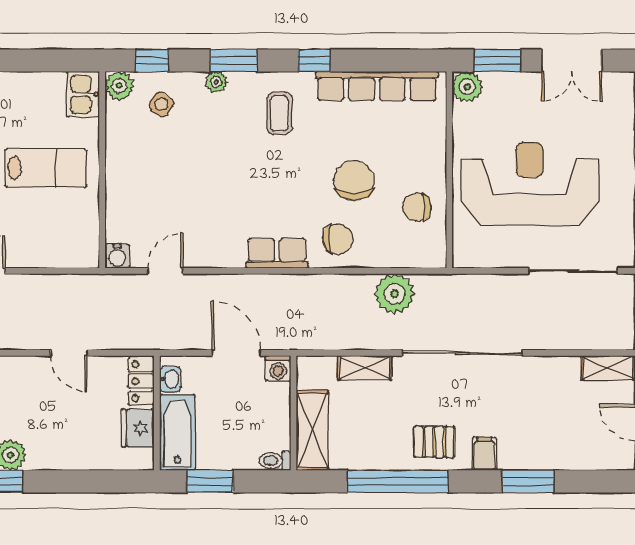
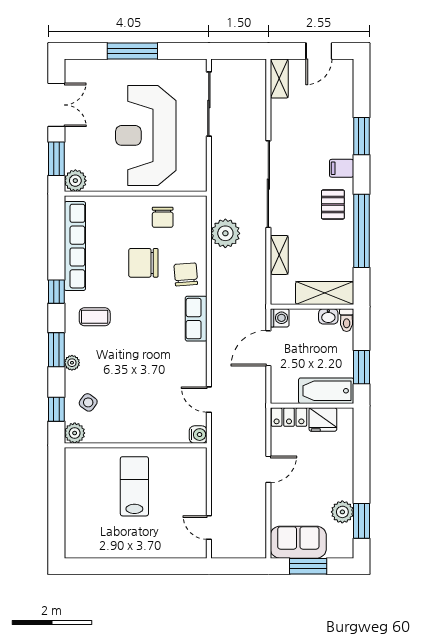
kitchen sink: (83, 94) -> (81, 459), removed
washbasin: (170, 379) -> (328, 316), moved, turned 180

